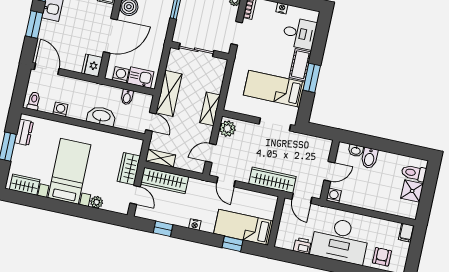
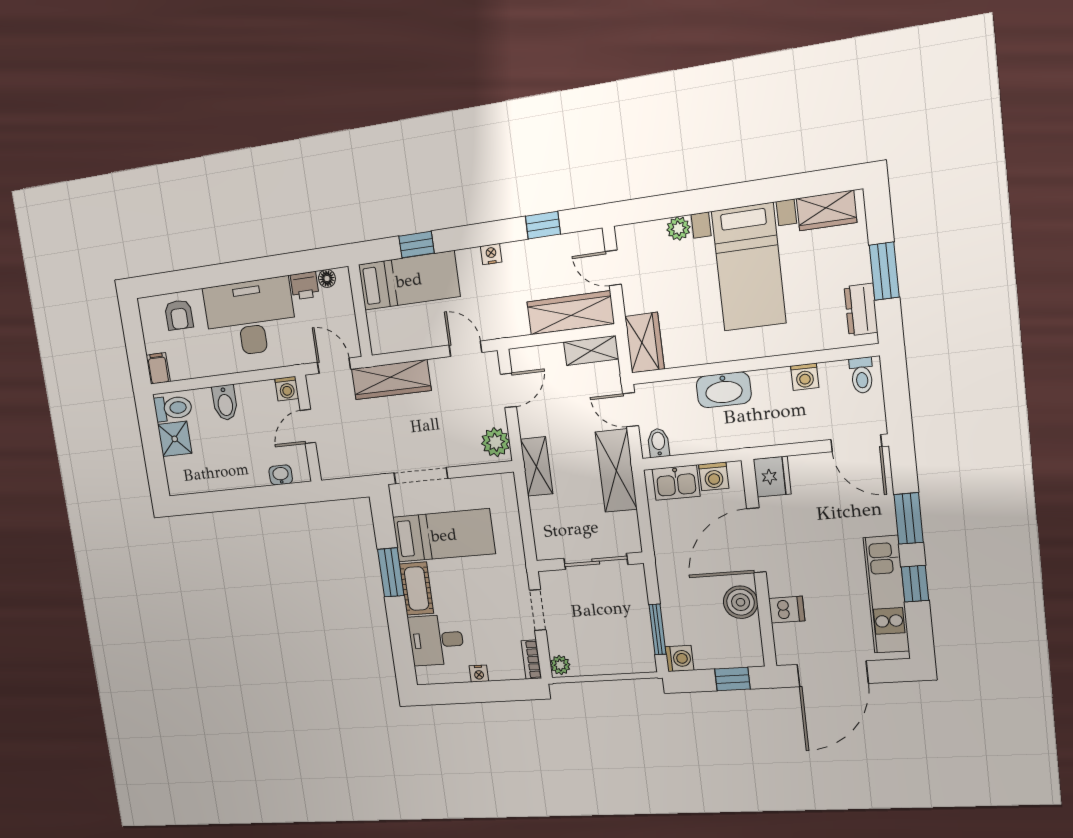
bidet: (127, 97) -> (658, 443), moved
bidet: (369, 158) -> (225, 403), moved, turned 180
wardrobe: (129, 169) -> (645, 343), moved
toilet: (414, 173) -> (173, 408), moved
floor lamp: (288, 245) -> (327, 279), added

